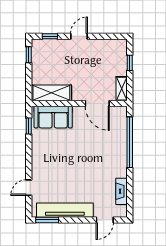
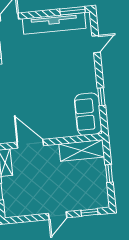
window: (29, 55) -> (109, 173), moved
sofa: (53, 117) -> (88, 114), moved, turned -90
window: (29, 126) -> (101, 97), moved

